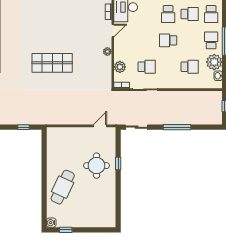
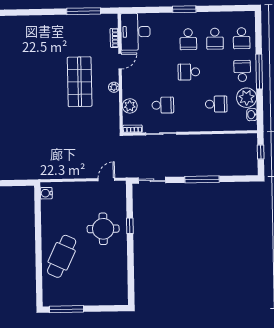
school desk: (190, 14) -> (215, 39), turned 90
shop shelf: (52, 63) -> (80, 82), moved, turned 90
window: (24, 127) -> (12, 183), removed
water cooler: (51, 223) -> (46, 193), moved
window: (66, 230) -> (66, 309), width x2.17

